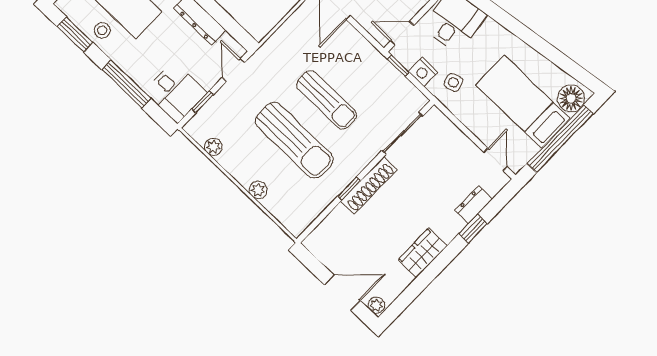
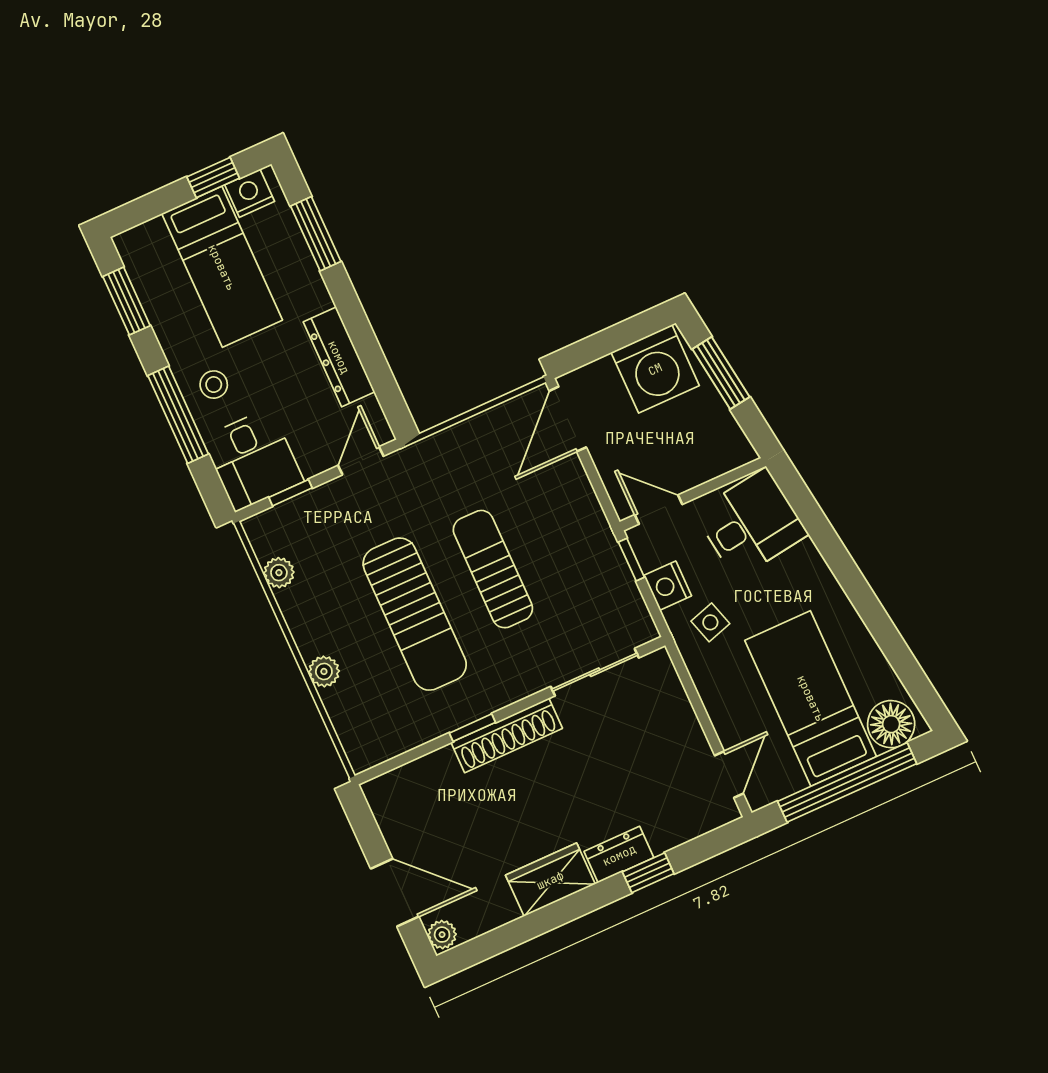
stool: (102, 30) -> (214, 385), moved
sun lounger: (326, 100) -> (493, 569), turned 180
dresser: (474, 205) -> (619, 855), moved

